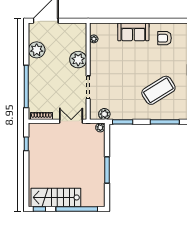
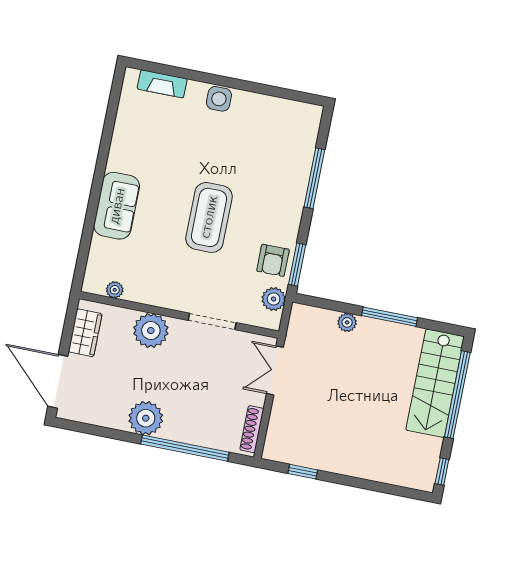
wardrobe: (71, 29) -> (85, 333), added
armchair: (165, 38) -> (273, 260), moved
plant: (37, 50) -> (146, 418), moved
coffee table: (158, 90) -> (209, 217), moved, turned 32
plant: (100, 127) -> (347, 322), moved
stairs: (56, 197) -> (435, 383), moved

